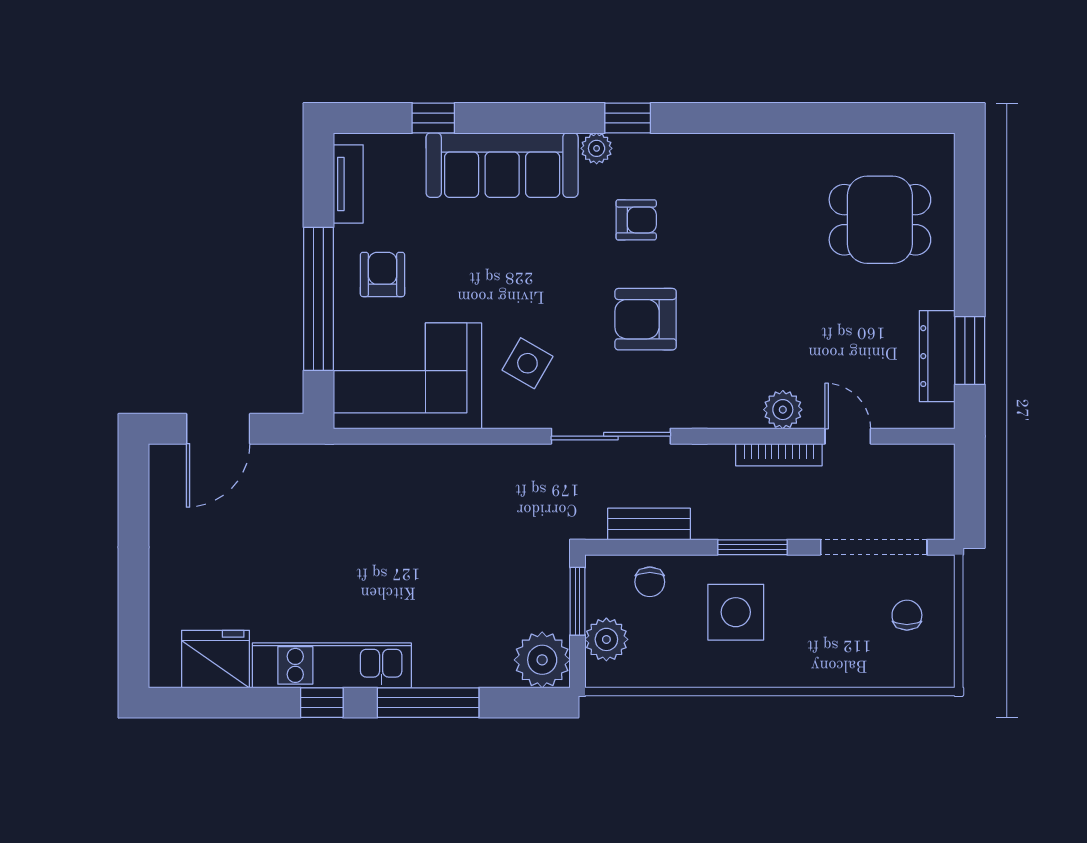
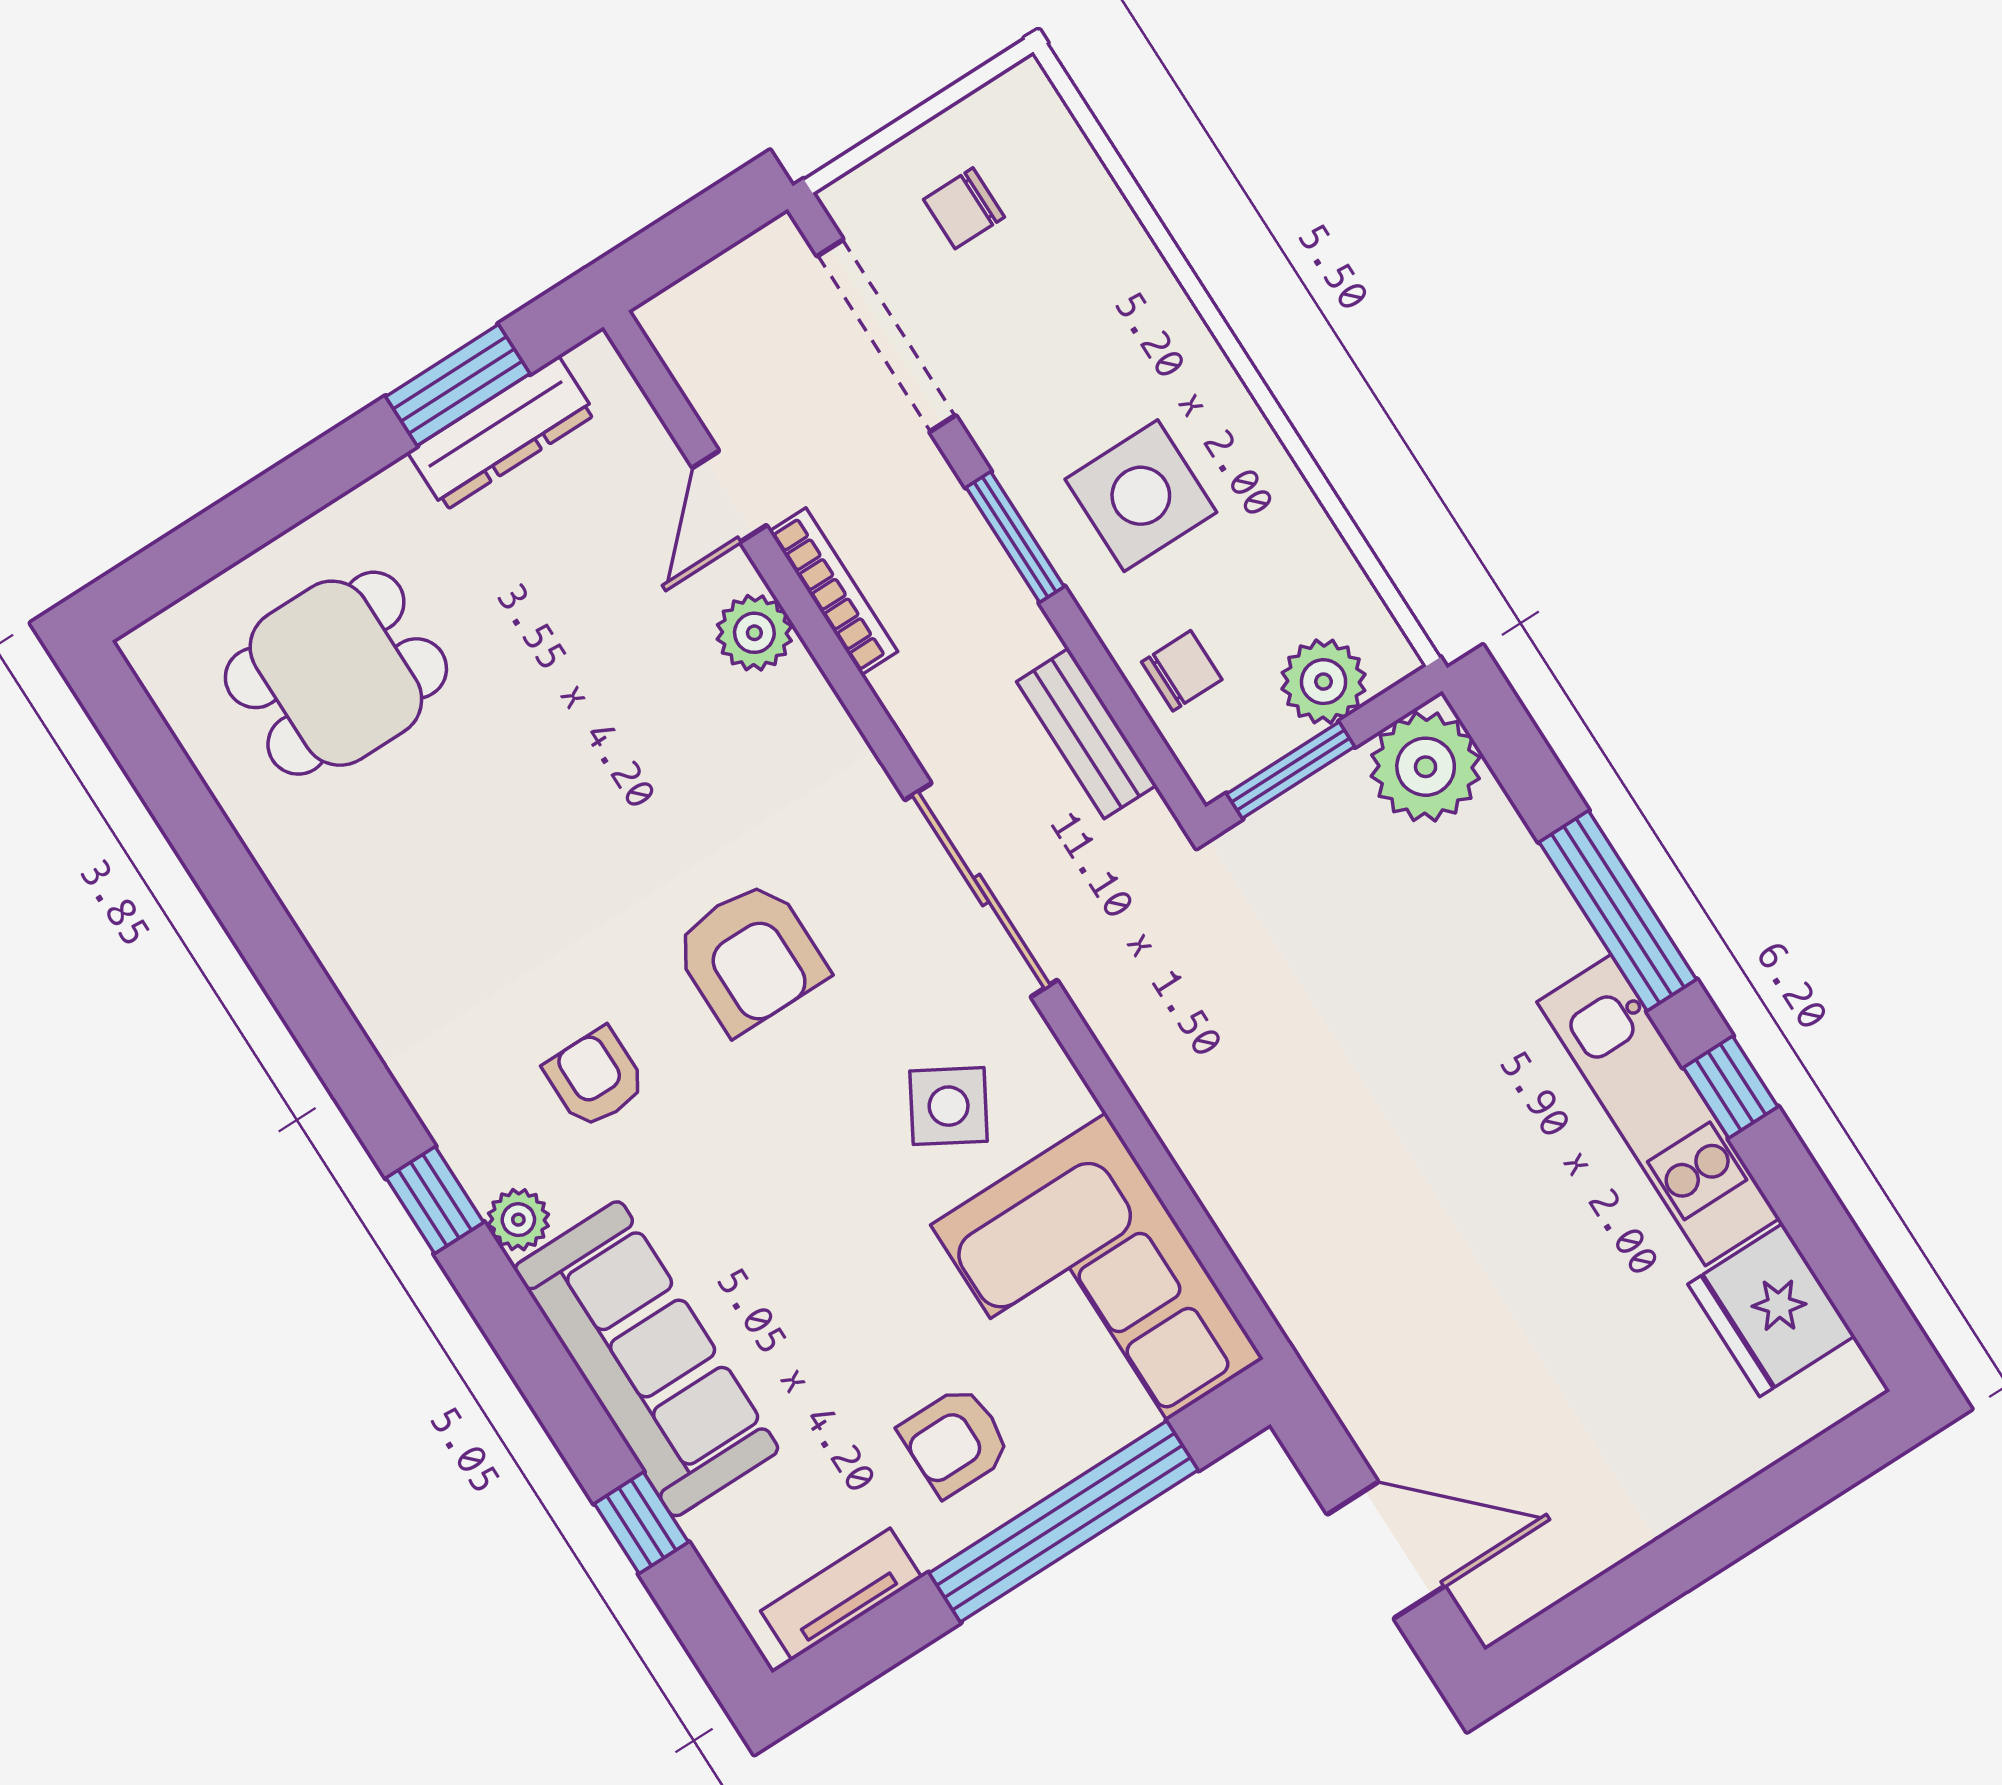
dining table: (880, 220) -> (336, 673), turned 90

